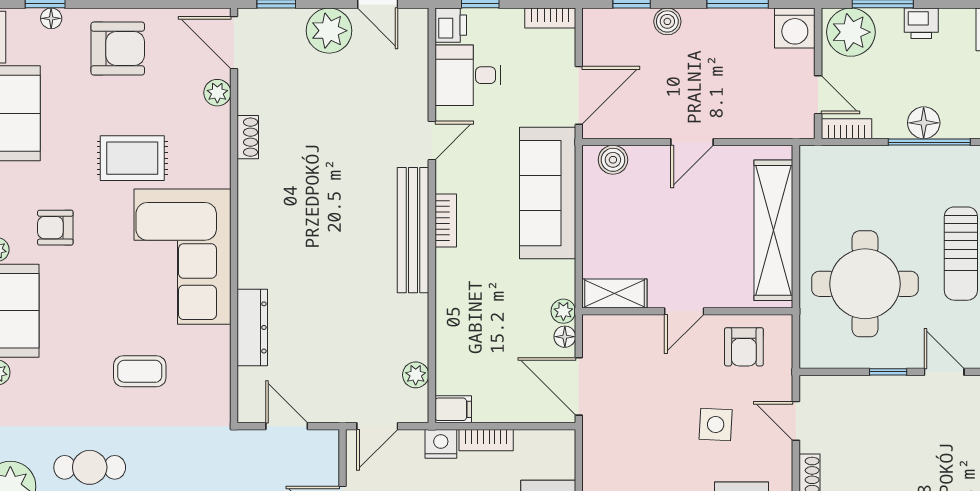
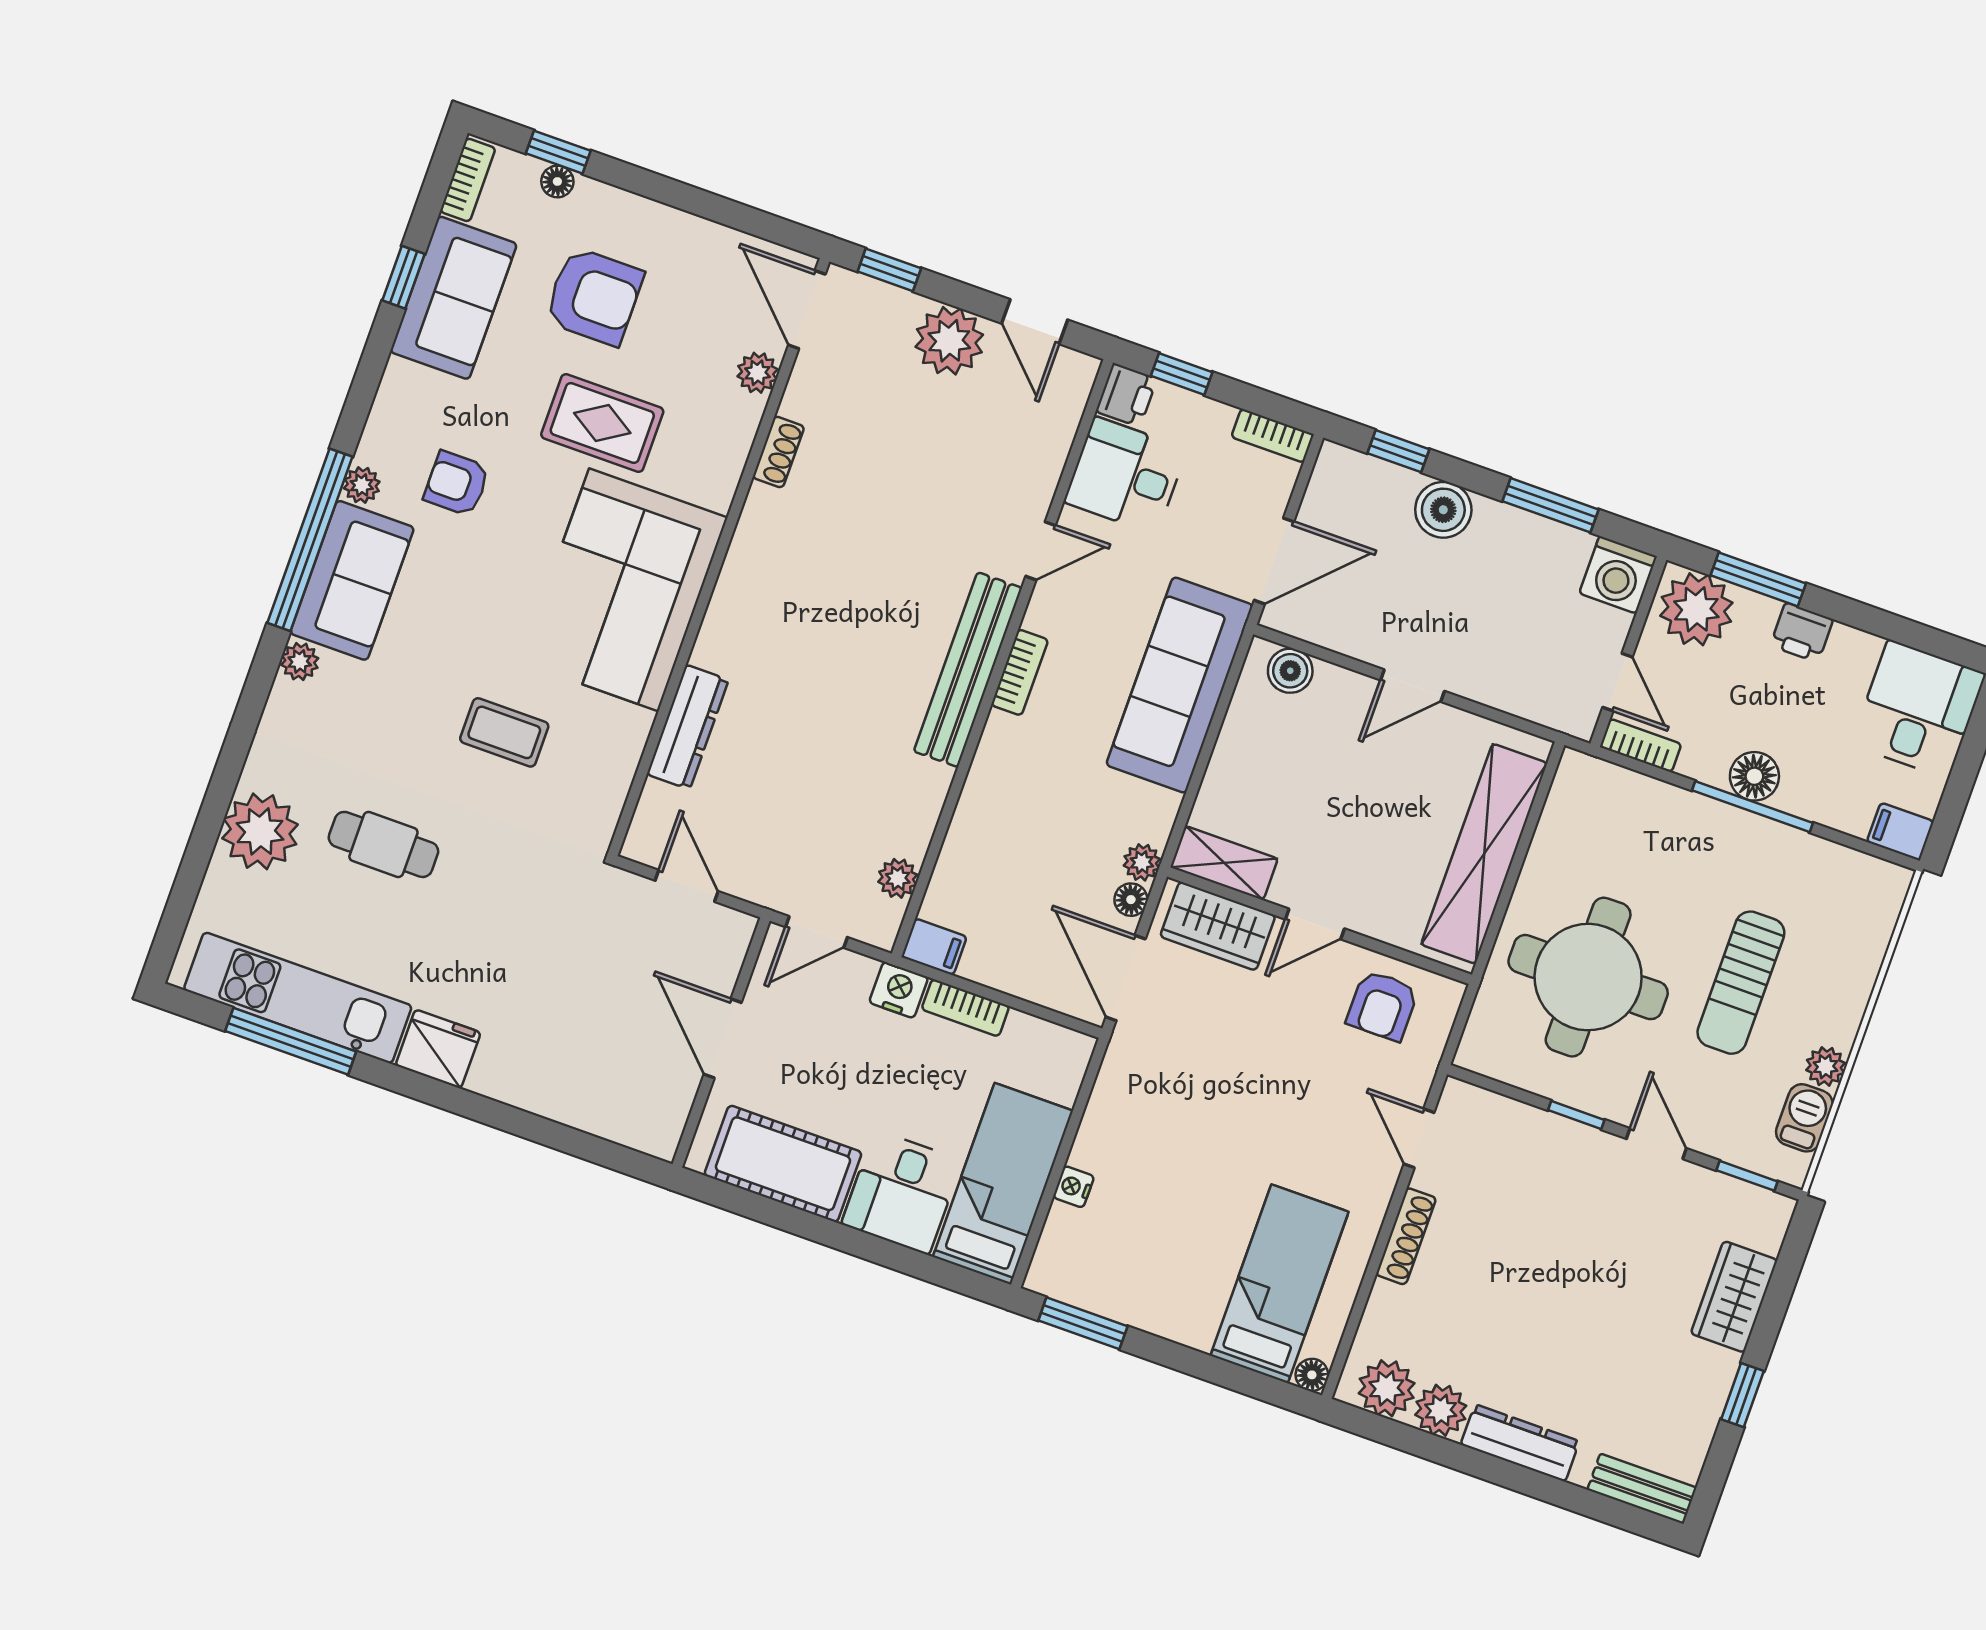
boiler: (667, 21) -> (1443, 510), width x1.36, depth x1.36
armchair: (118, 49) -> (594, 296), moved
wardrobe: (624, 334) -> (1218, 926), added
side table: (716, 425) -> (1302, 1102), removed

